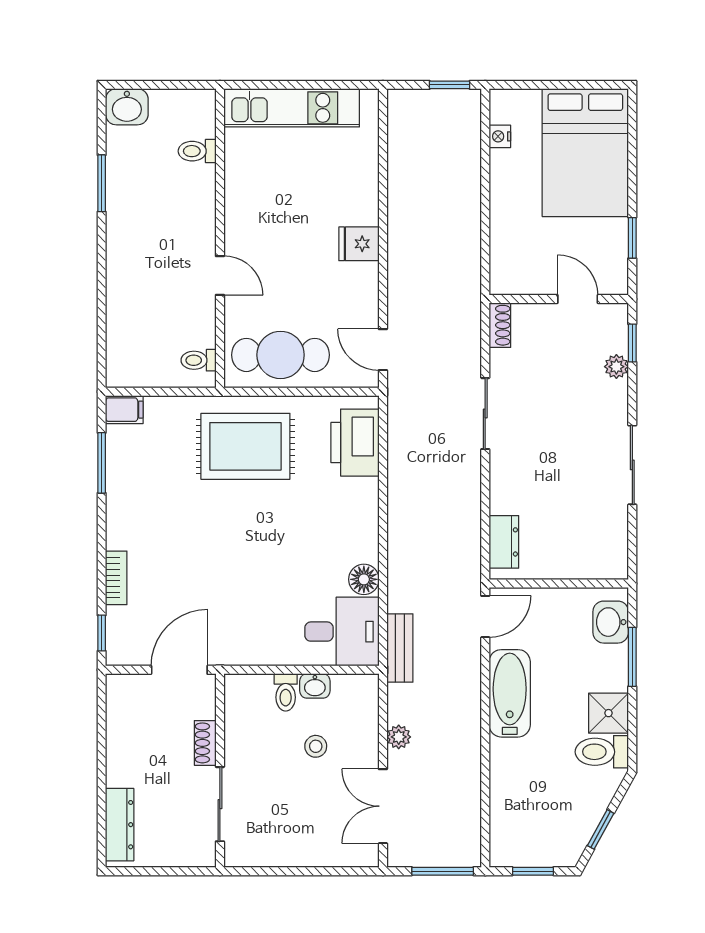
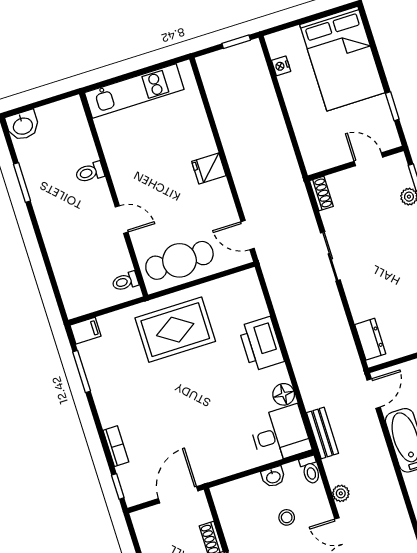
toilet: (197, 151) -> (90, 172), moved
printer: (355, 443) -> (261, 344), moved
toilet: (286, 692) -> (310, 470), moved

